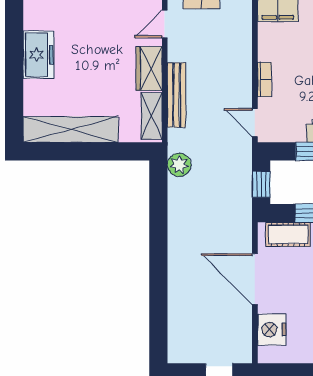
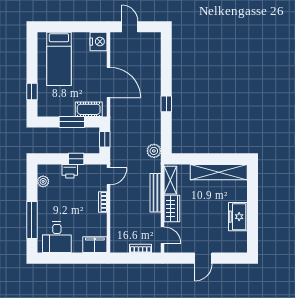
door: (165, 24) -> (162, 235), hinge flipped
door: (255, 123) -> (109, 176), hinge flipped
window: (158, 243) -> (166, 104), added
nightstand: (272, 330) -> (99, 42), moved

